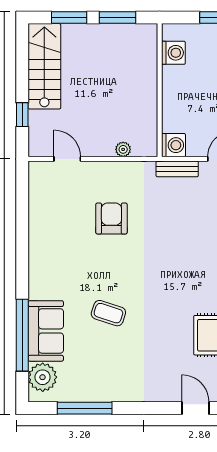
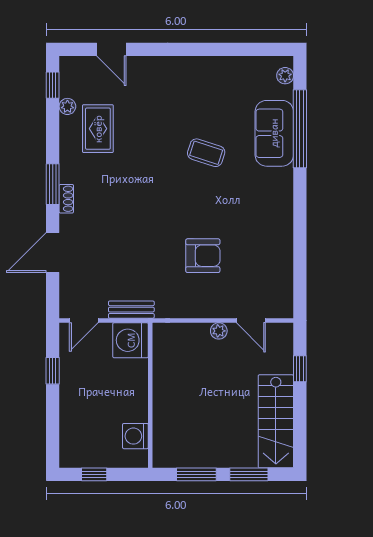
washing machine: (174, 145) -> (131, 340), width x1.37, depth x1.37
plant: (123, 149) -> (219, 331), moved
armchair: (111, 219) -> (203, 256), turned -90
plant: (43, 377) -> (285, 76), width x0.53, depth x0.53
window: (85, 408) -> (232, 49), removed

